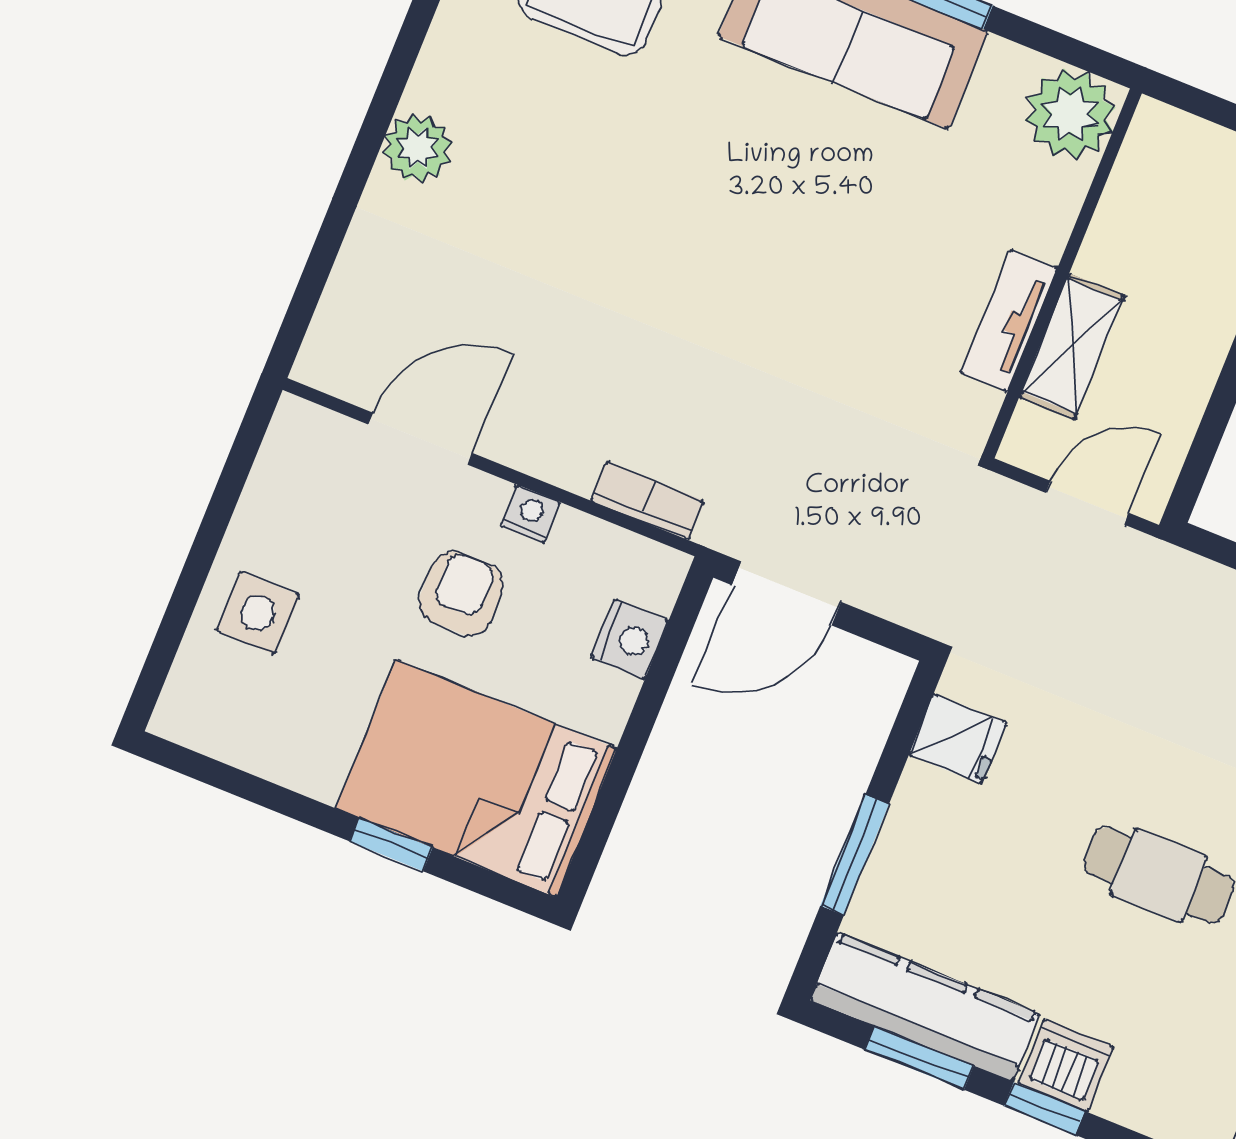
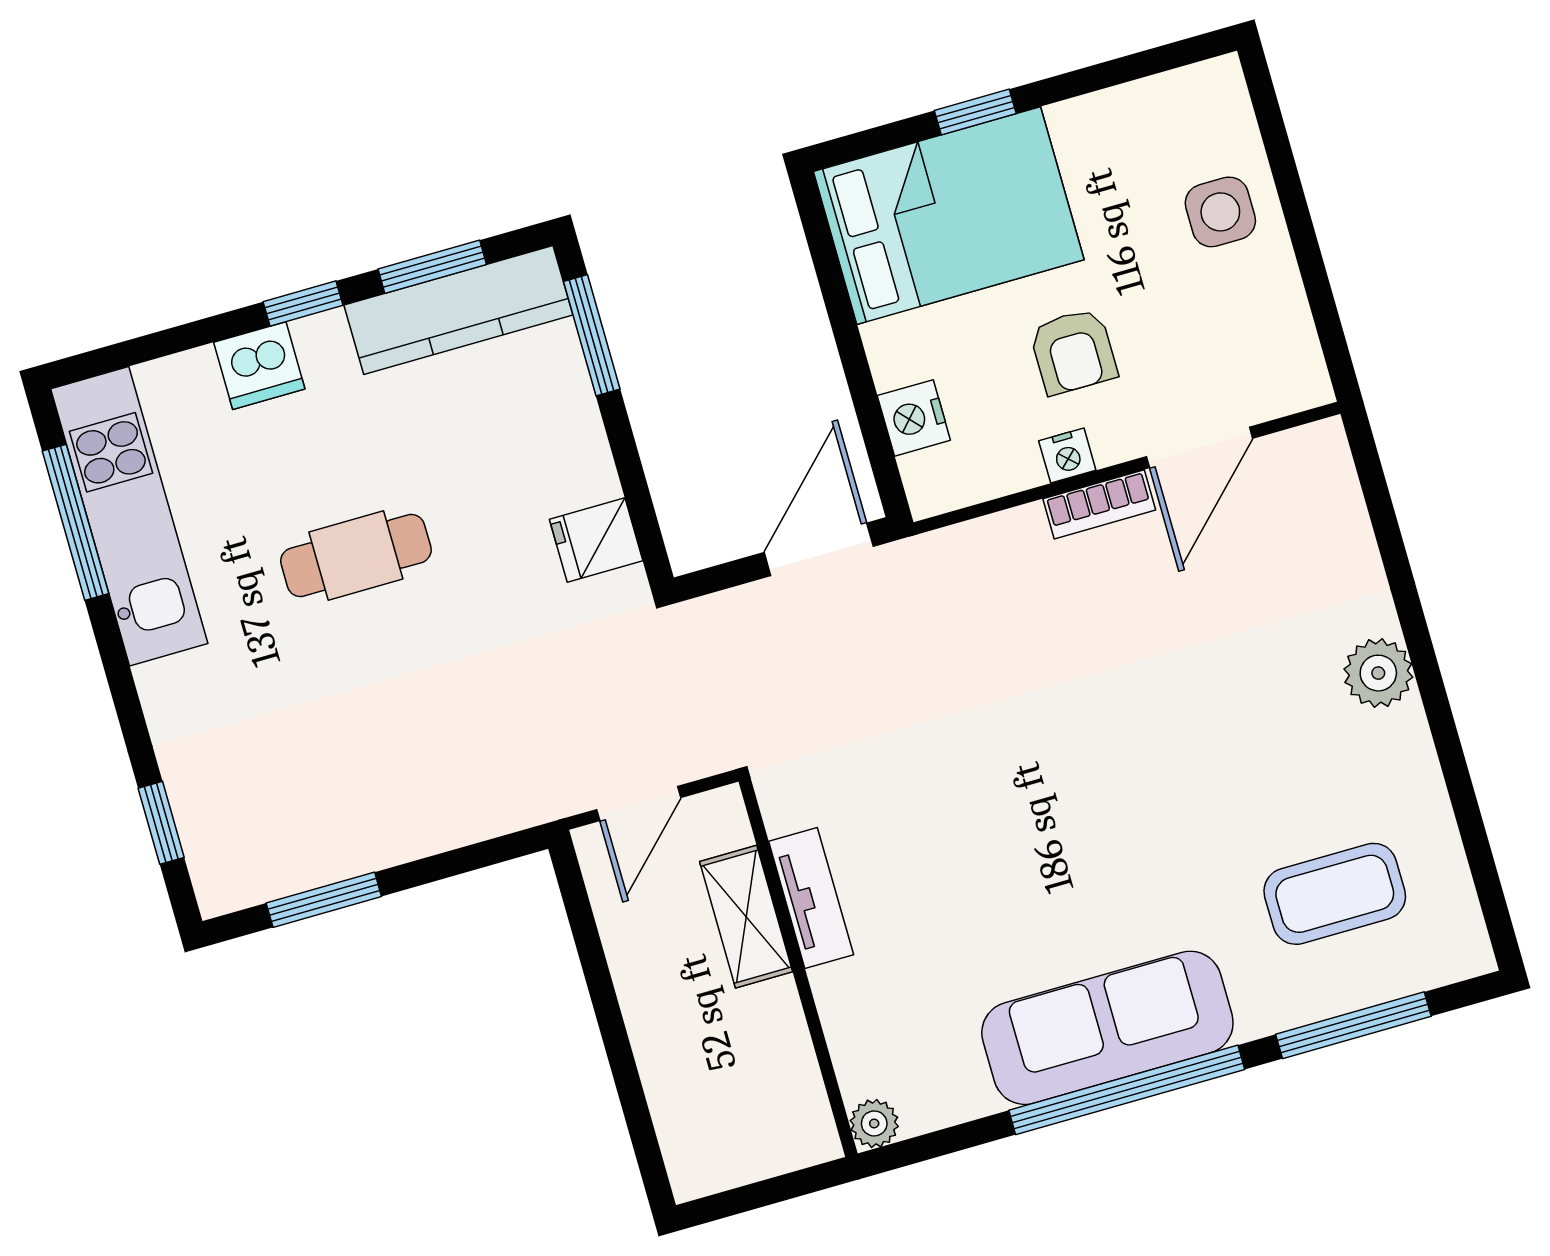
plant: (1070, 114) -> (874, 1123), width x0.53, depth x0.53
bookcase: (648, 501) -> (1099, 504), moved
window: (855, 855) -> (592, 335), moved
dishwasher: (1066, 1065) -> (259, 366), moved

